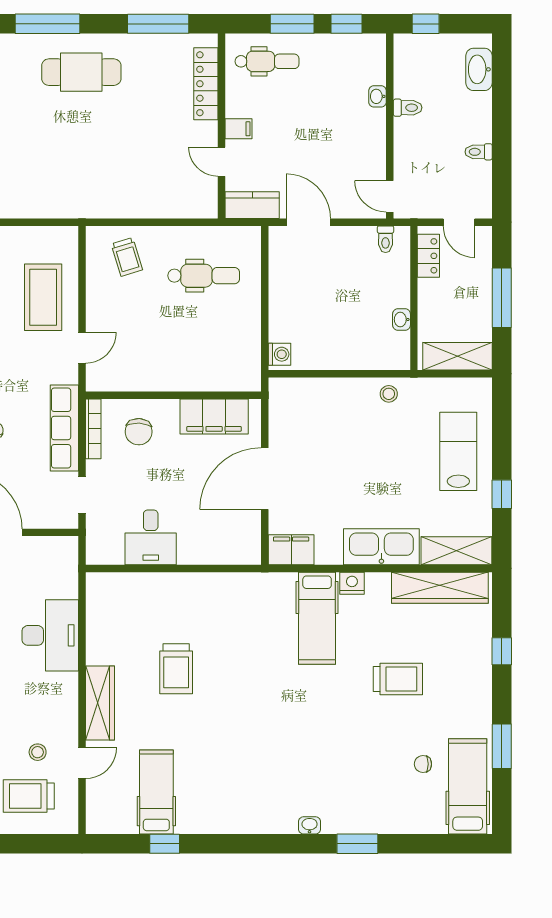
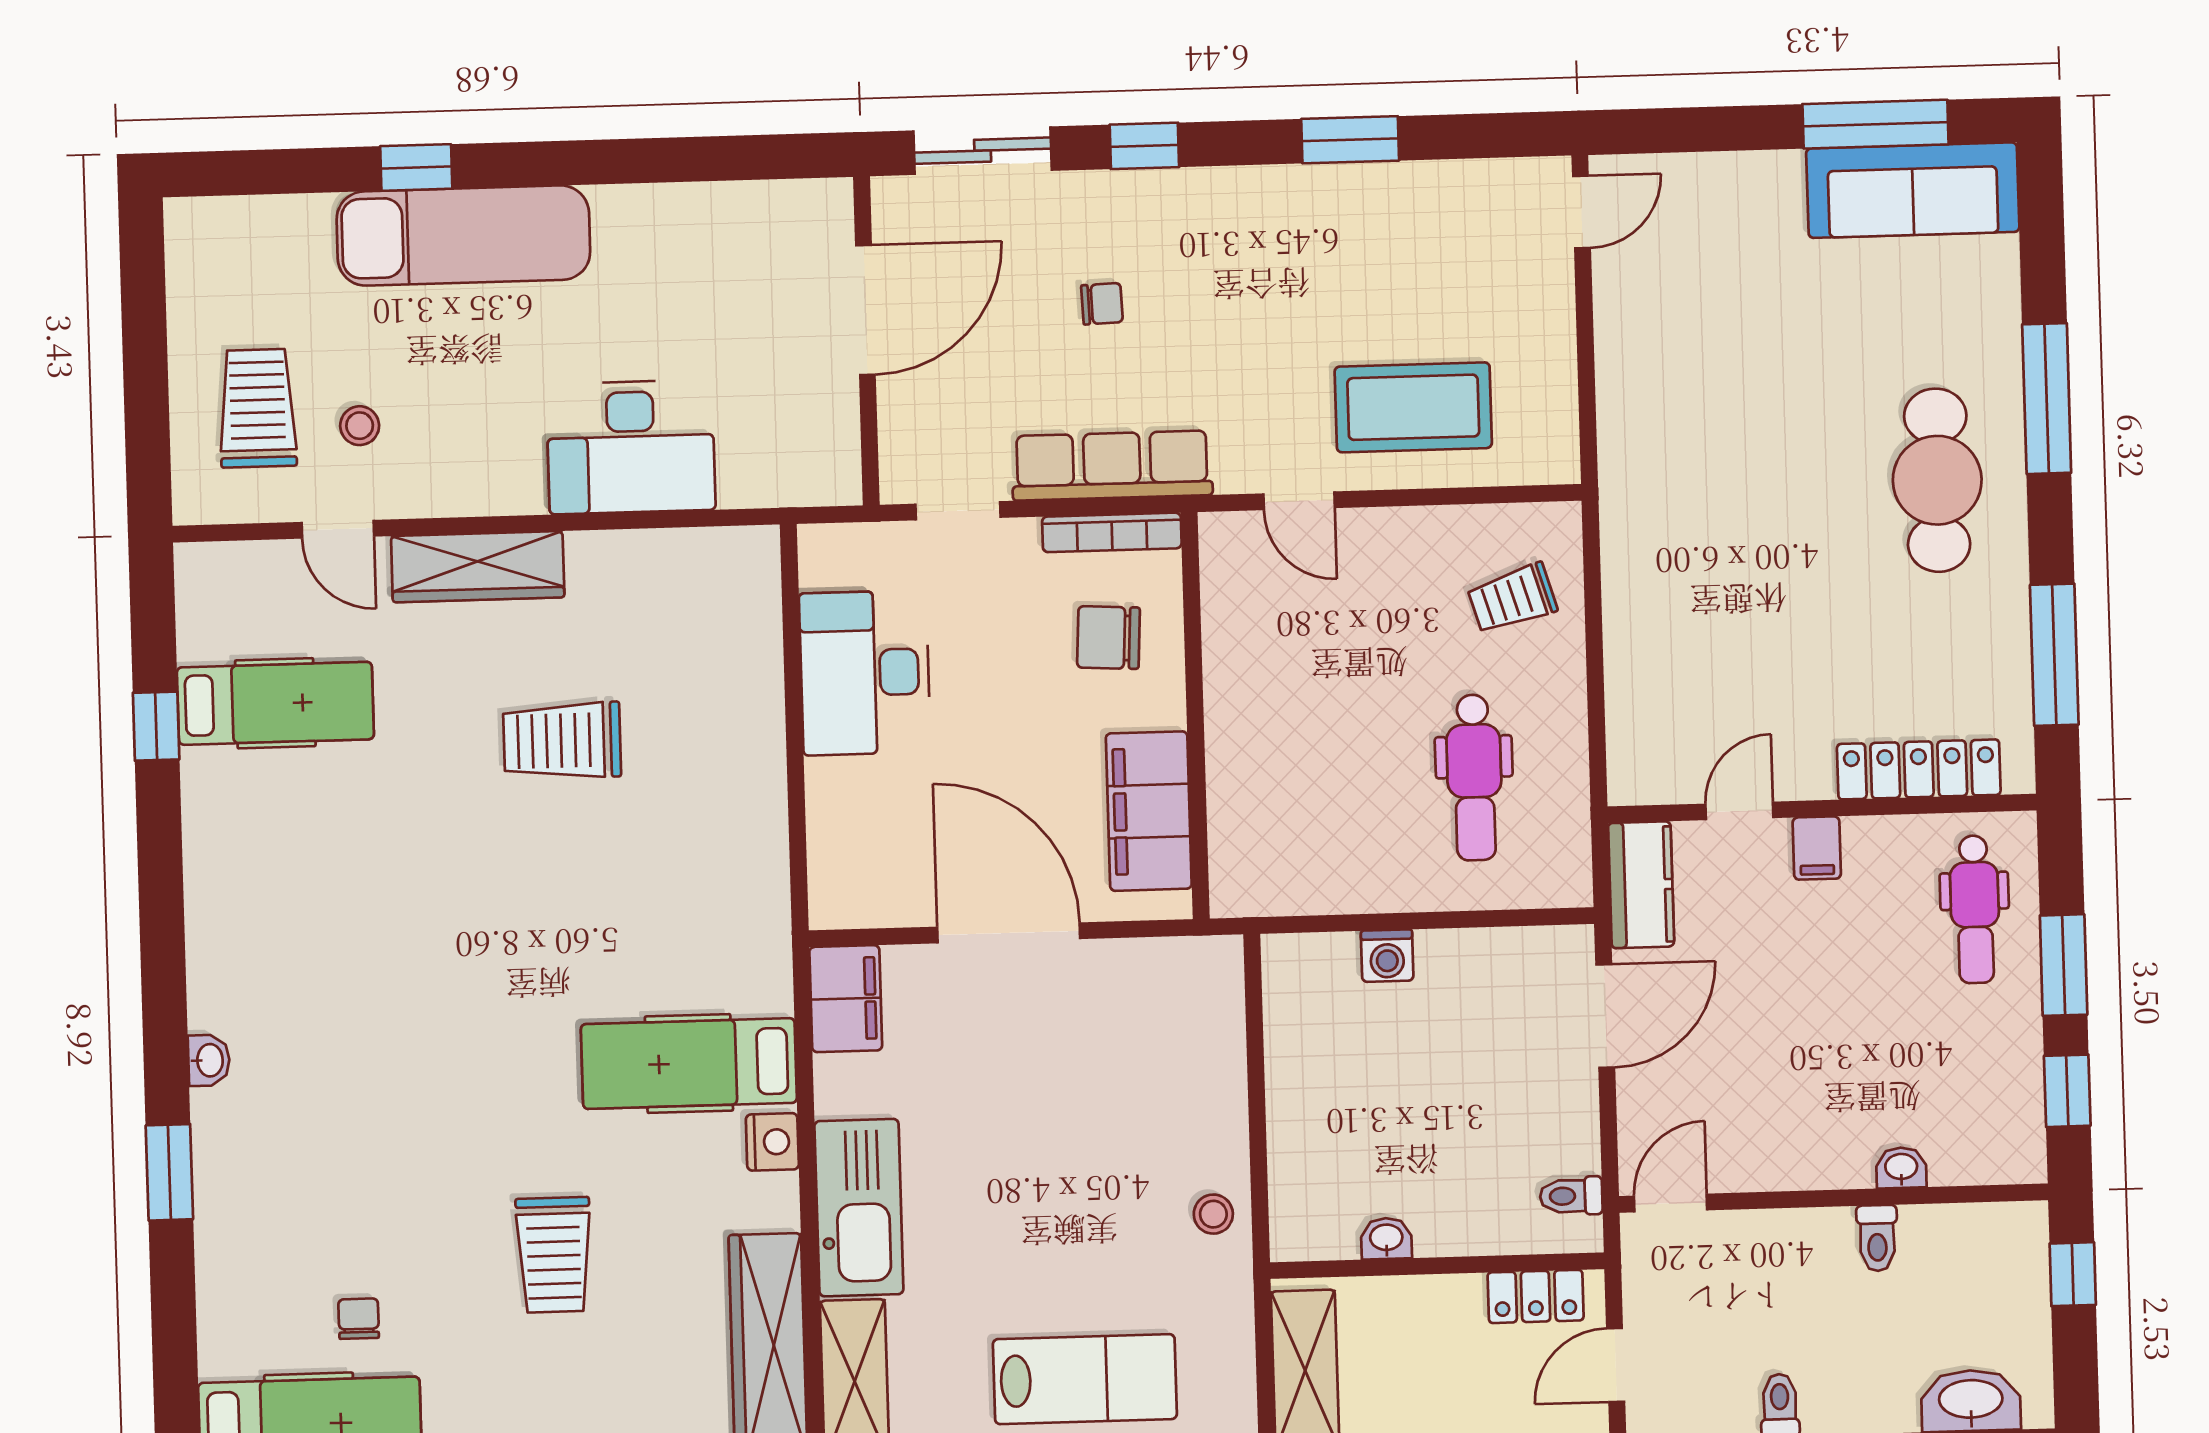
washing machine: (279, 354) -> (1387, 956), moved
desk: (151, 537) -> (865, 673), width x1.37

